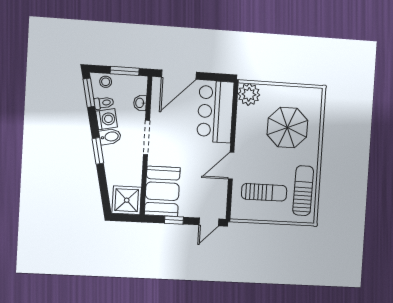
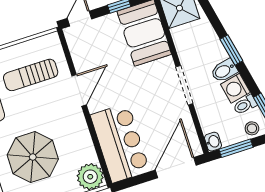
washbasin: (140, 103) -> (213, 142), moved

